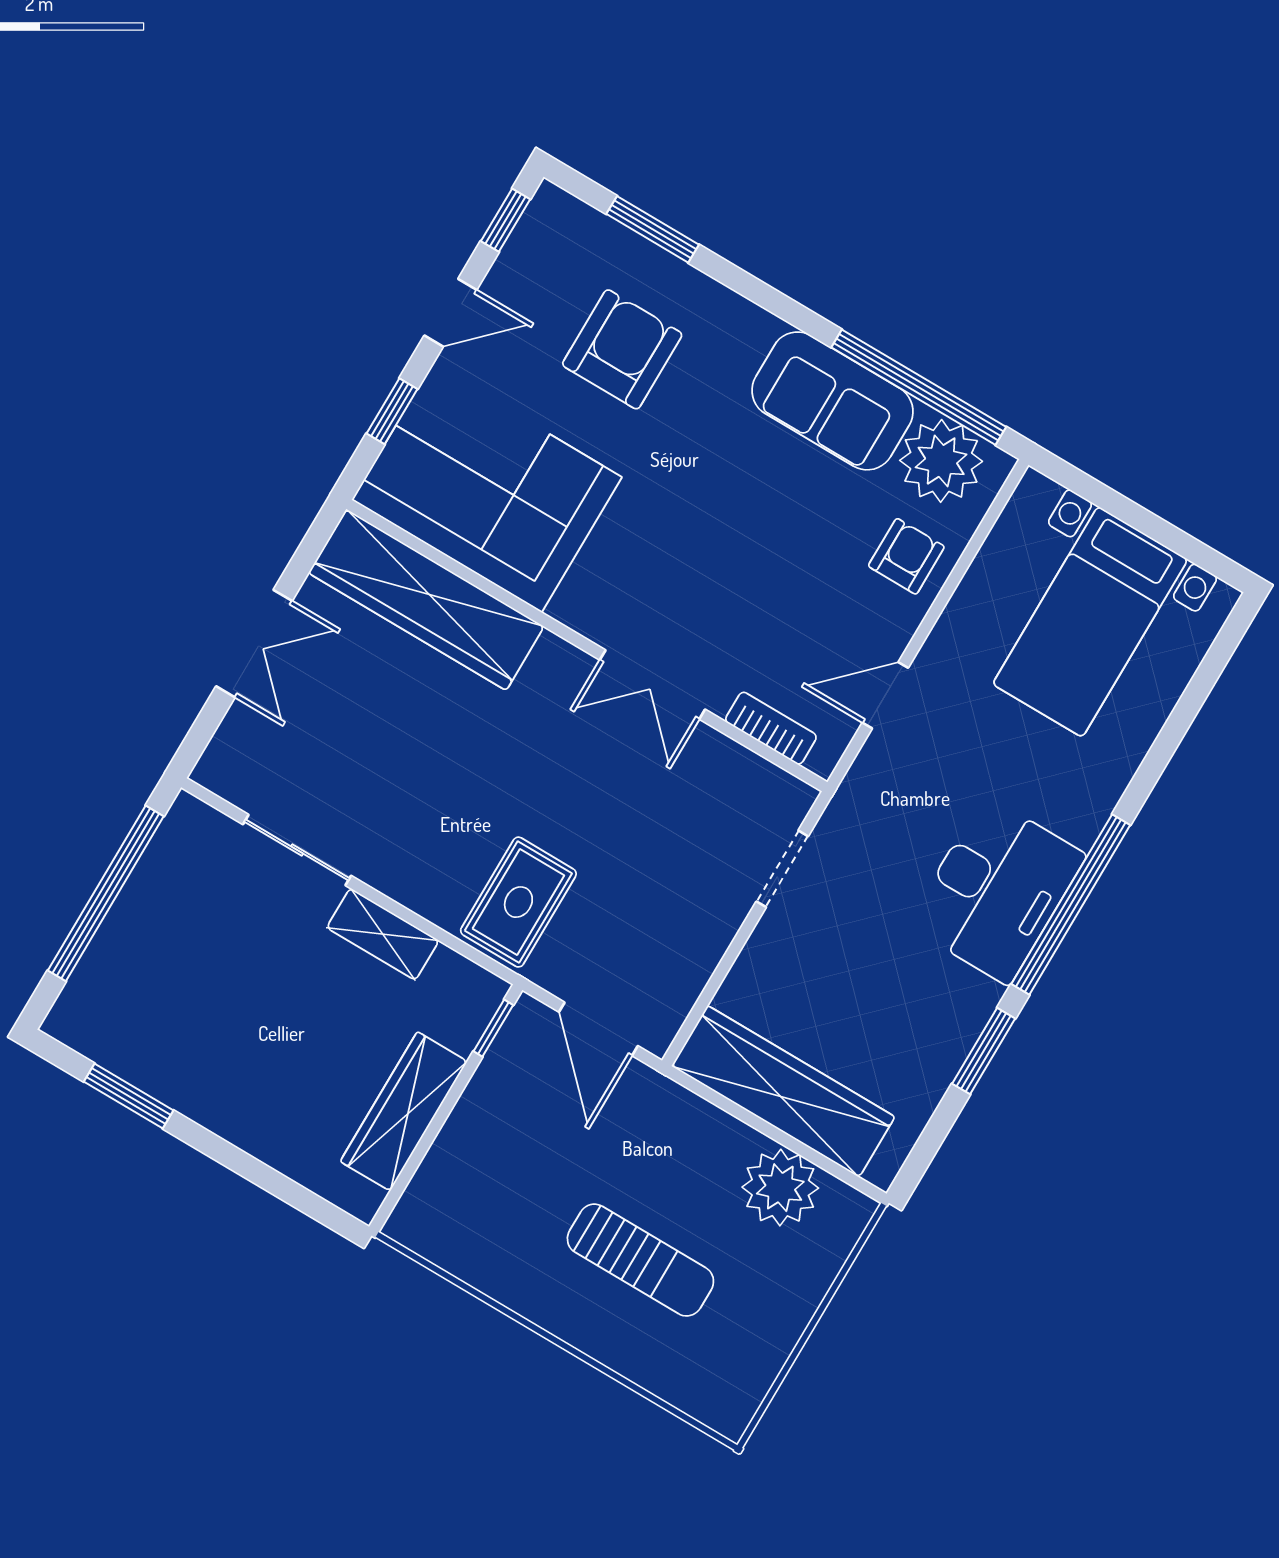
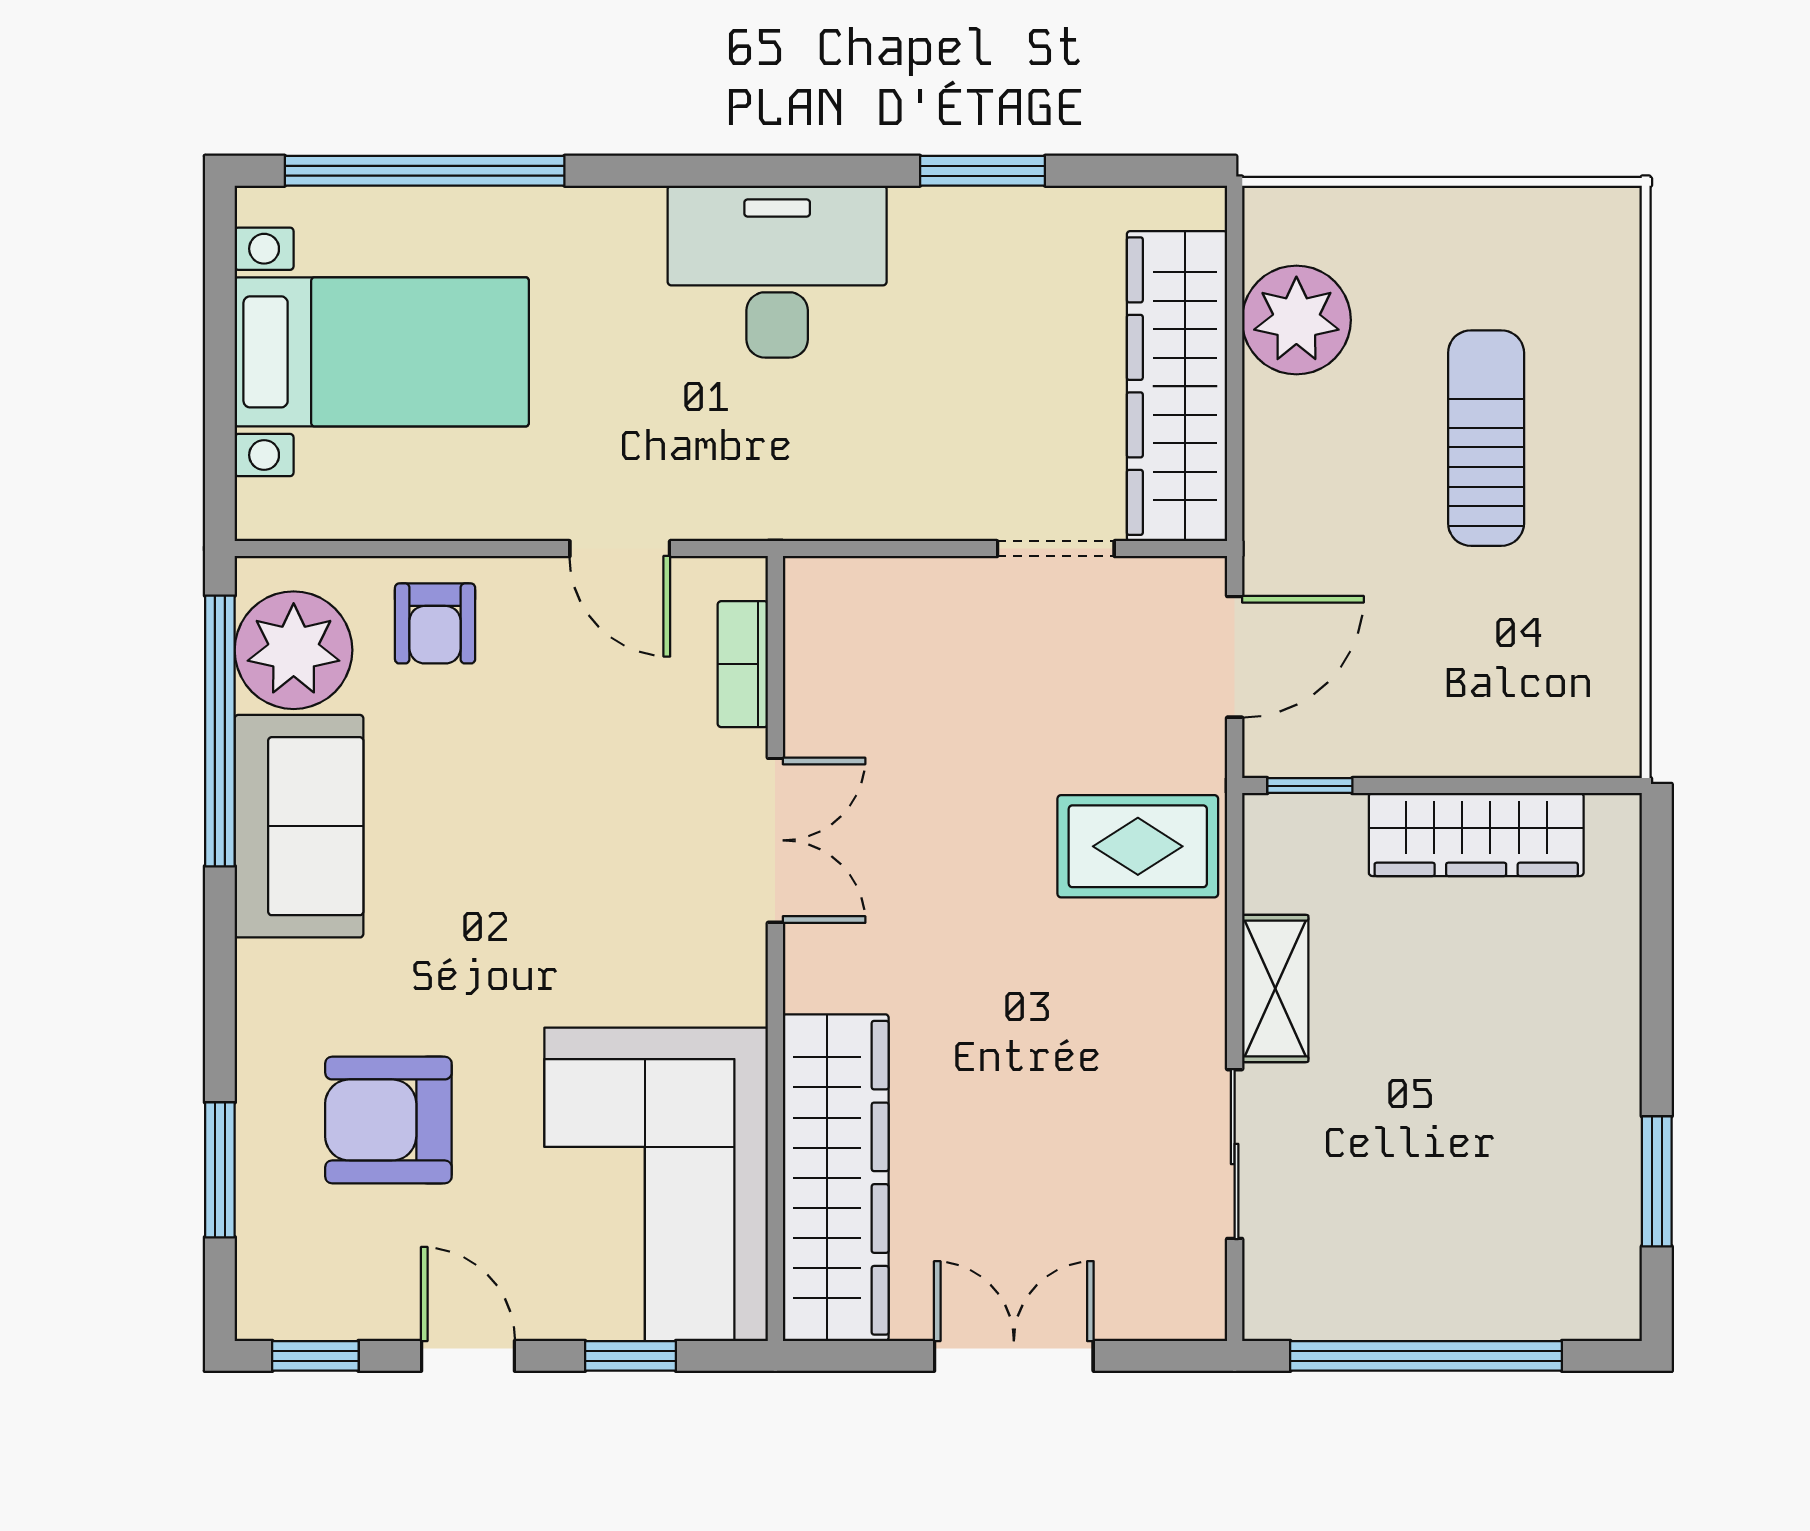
armchair: (906, 556) -> (435, 623), turned -90
doorway: (782, 869) -> (1056, 549), moved
window: (1071, 904) -> (425, 171), moved

